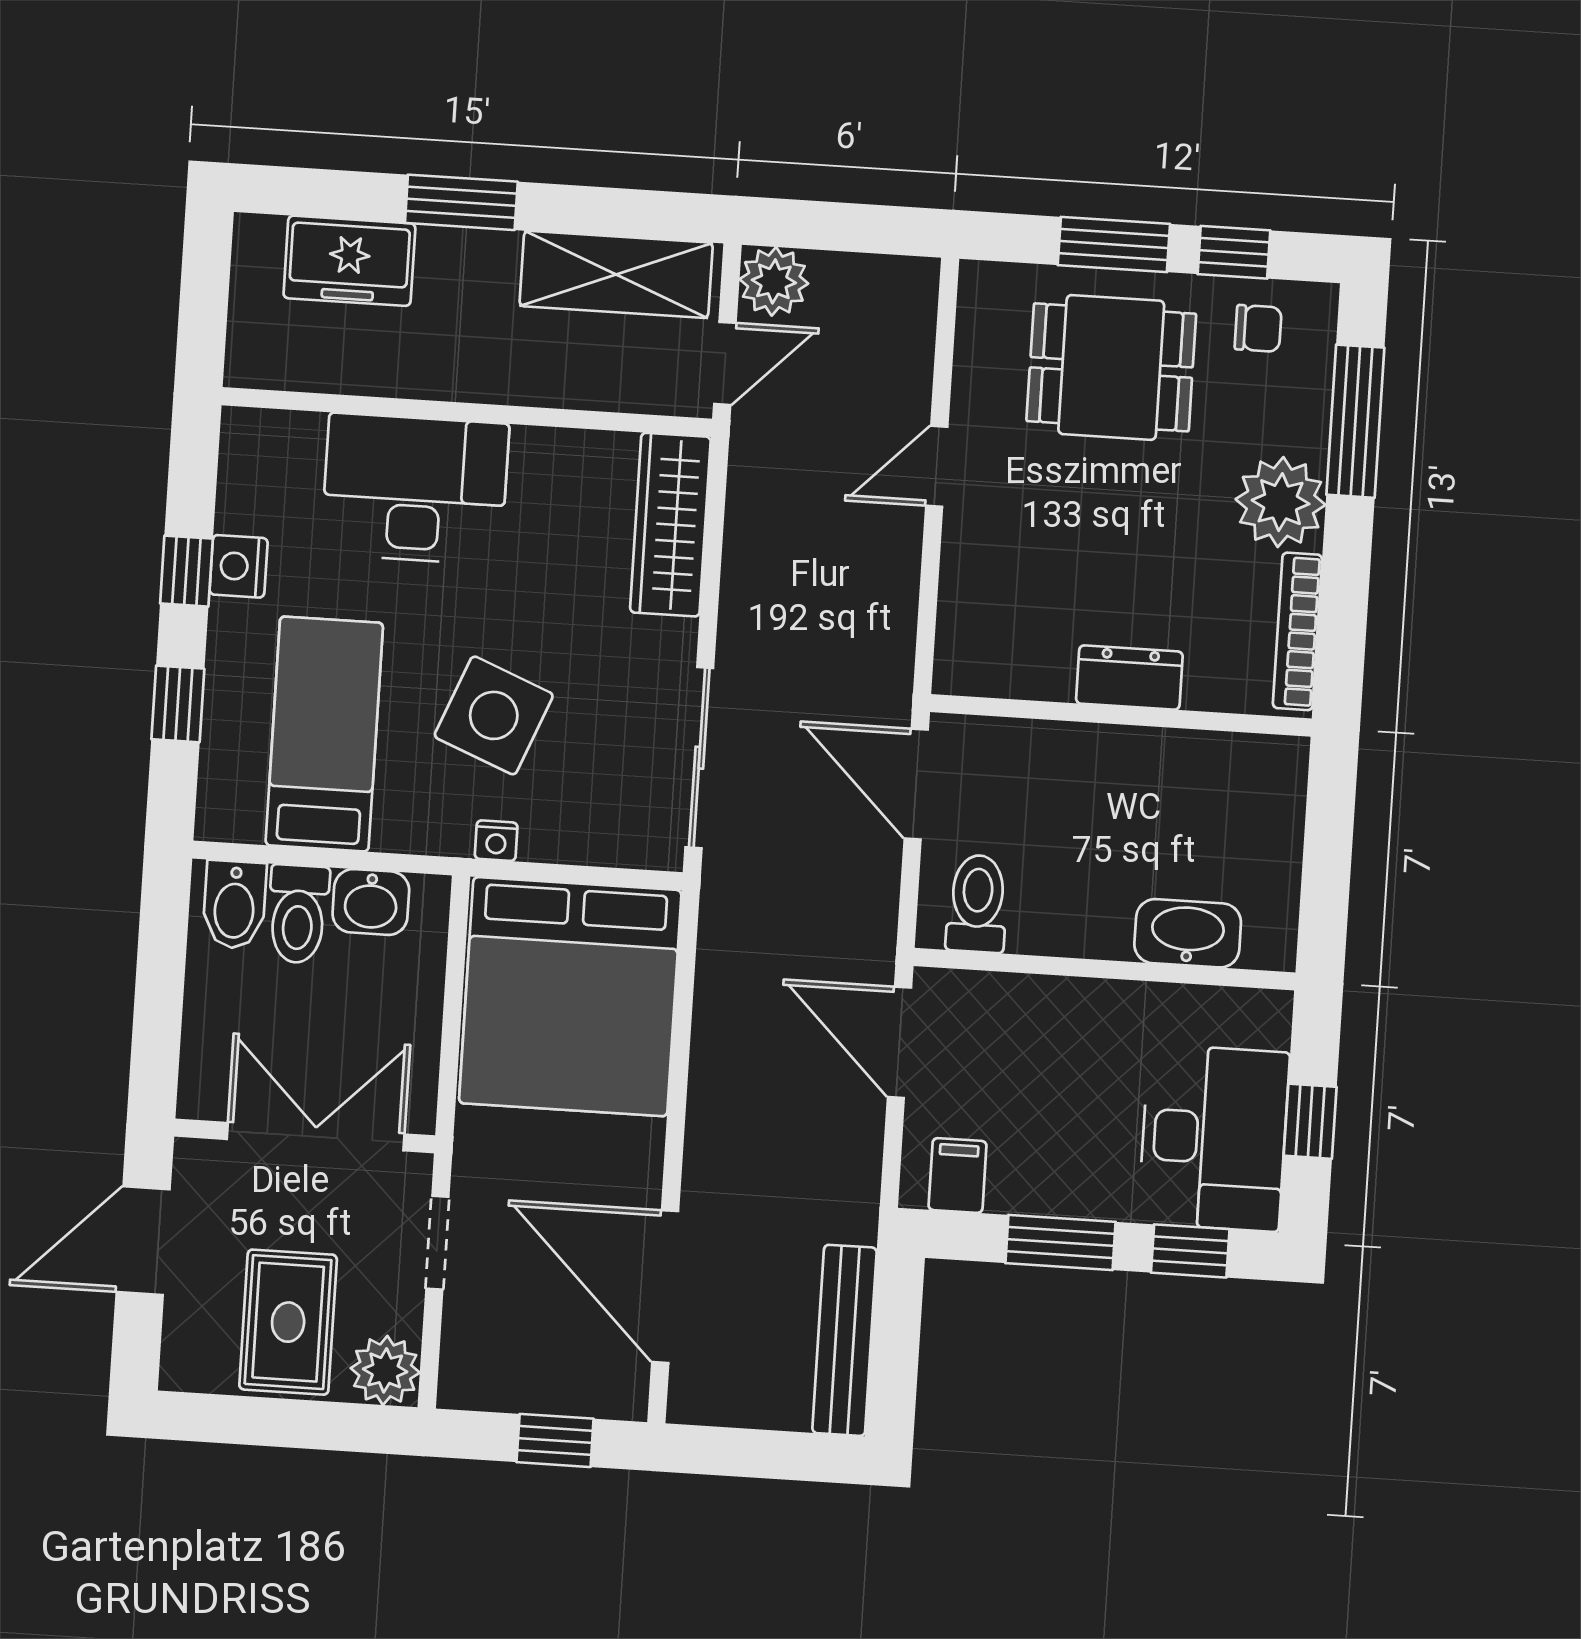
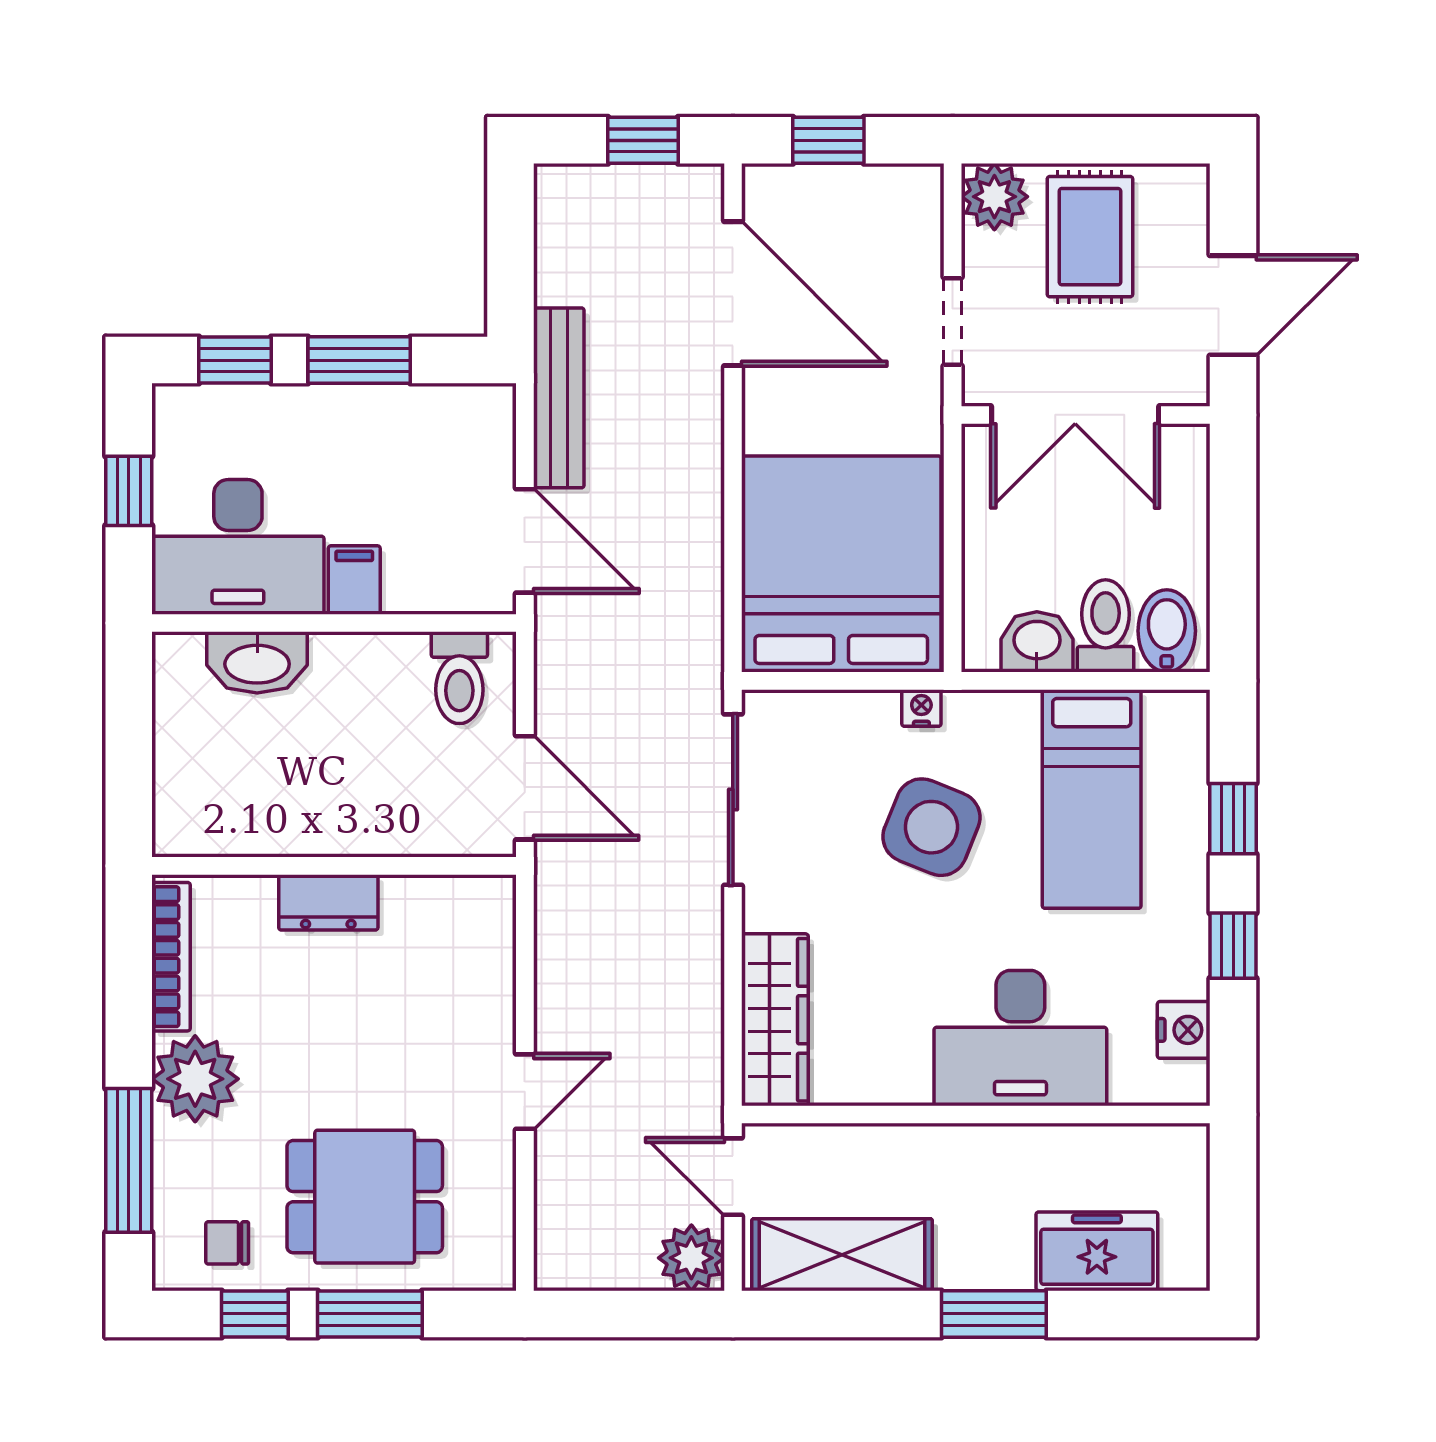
door: (725, 363) -> (733, 1177), hinge flipped
nightstand: (239, 566) -> (1184, 1030), moved
desk: (1214, 1138) -> (238, 547), moved, turned -90
filing cabinet: (958, 1175) -> (354, 580), moved, turned 180
bench: (845, 1340) -> (559, 398), moved
window: (749, 1453) -> (643, 140), added

